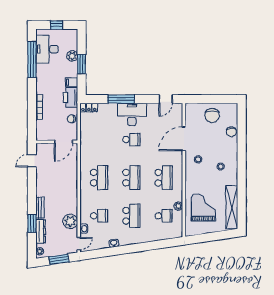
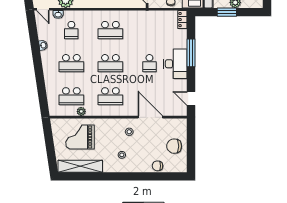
grand piano: (203, 207) -> (80, 137), turned 180
school desk: (164, 216) -> (71, 96), width x1.85

